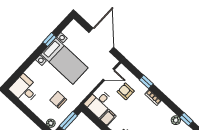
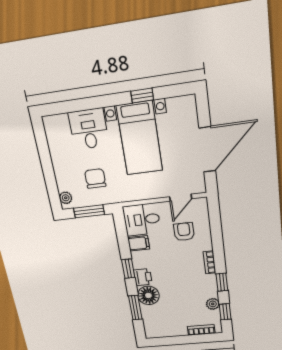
door: (109, 75) -> (181, 198), hinge flipped
window: (146, 82) -> (222, 282), moved
desk: (24, 89) -> (89, 129), moved

